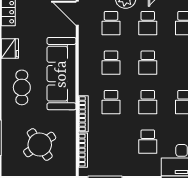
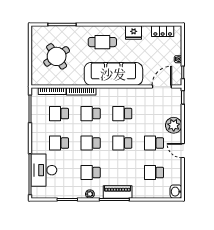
school desk: (111, 23) -> (59, 114), moved

